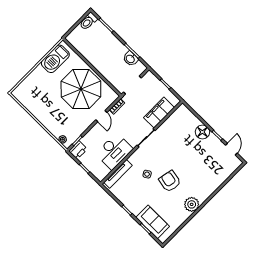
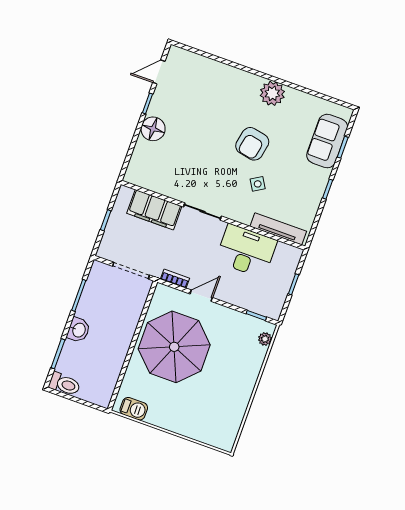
barbecue: (55, 59) -> (134, 409), width x0.53, depth x0.65
washbasin: (130, 59) -> (78, 330), moved
printer: (78, 150) -> (270, 308), removed

